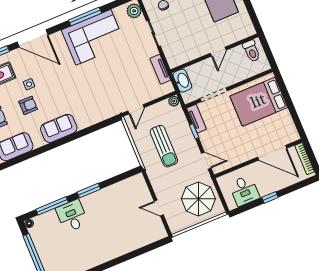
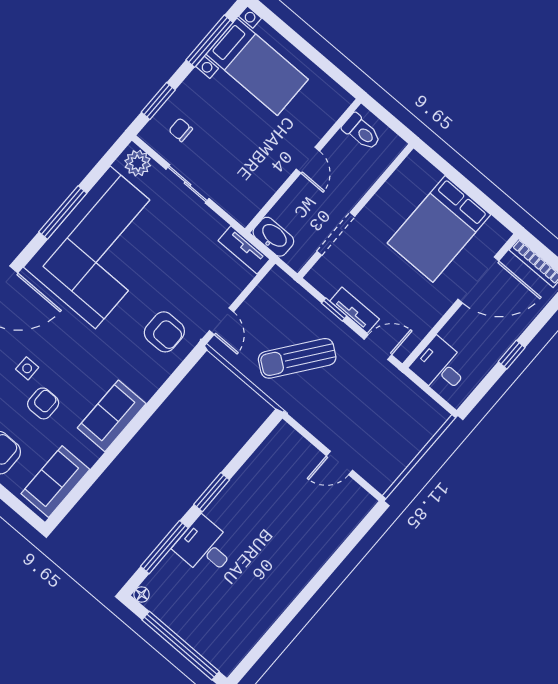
corner sofa: (93, 37) -> (103, 247), width x1.36, depth x1.36
tv unit: (160, 69) -> (244, 250), moved
armchair: (105, 100) -> (164, 332), added
plant: (174, 101) -> (276, 277), removed
bed: (259, 102) -> (439, 229), moved
tv unit: (196, 119) -> (355, 310), moved
sun lounger: (164, 146) -> (297, 358), turned 127
desk: (244, 191) -> (440, 367), moved, turned 180
parasol: (198, 199) -> (397, 416), removed

